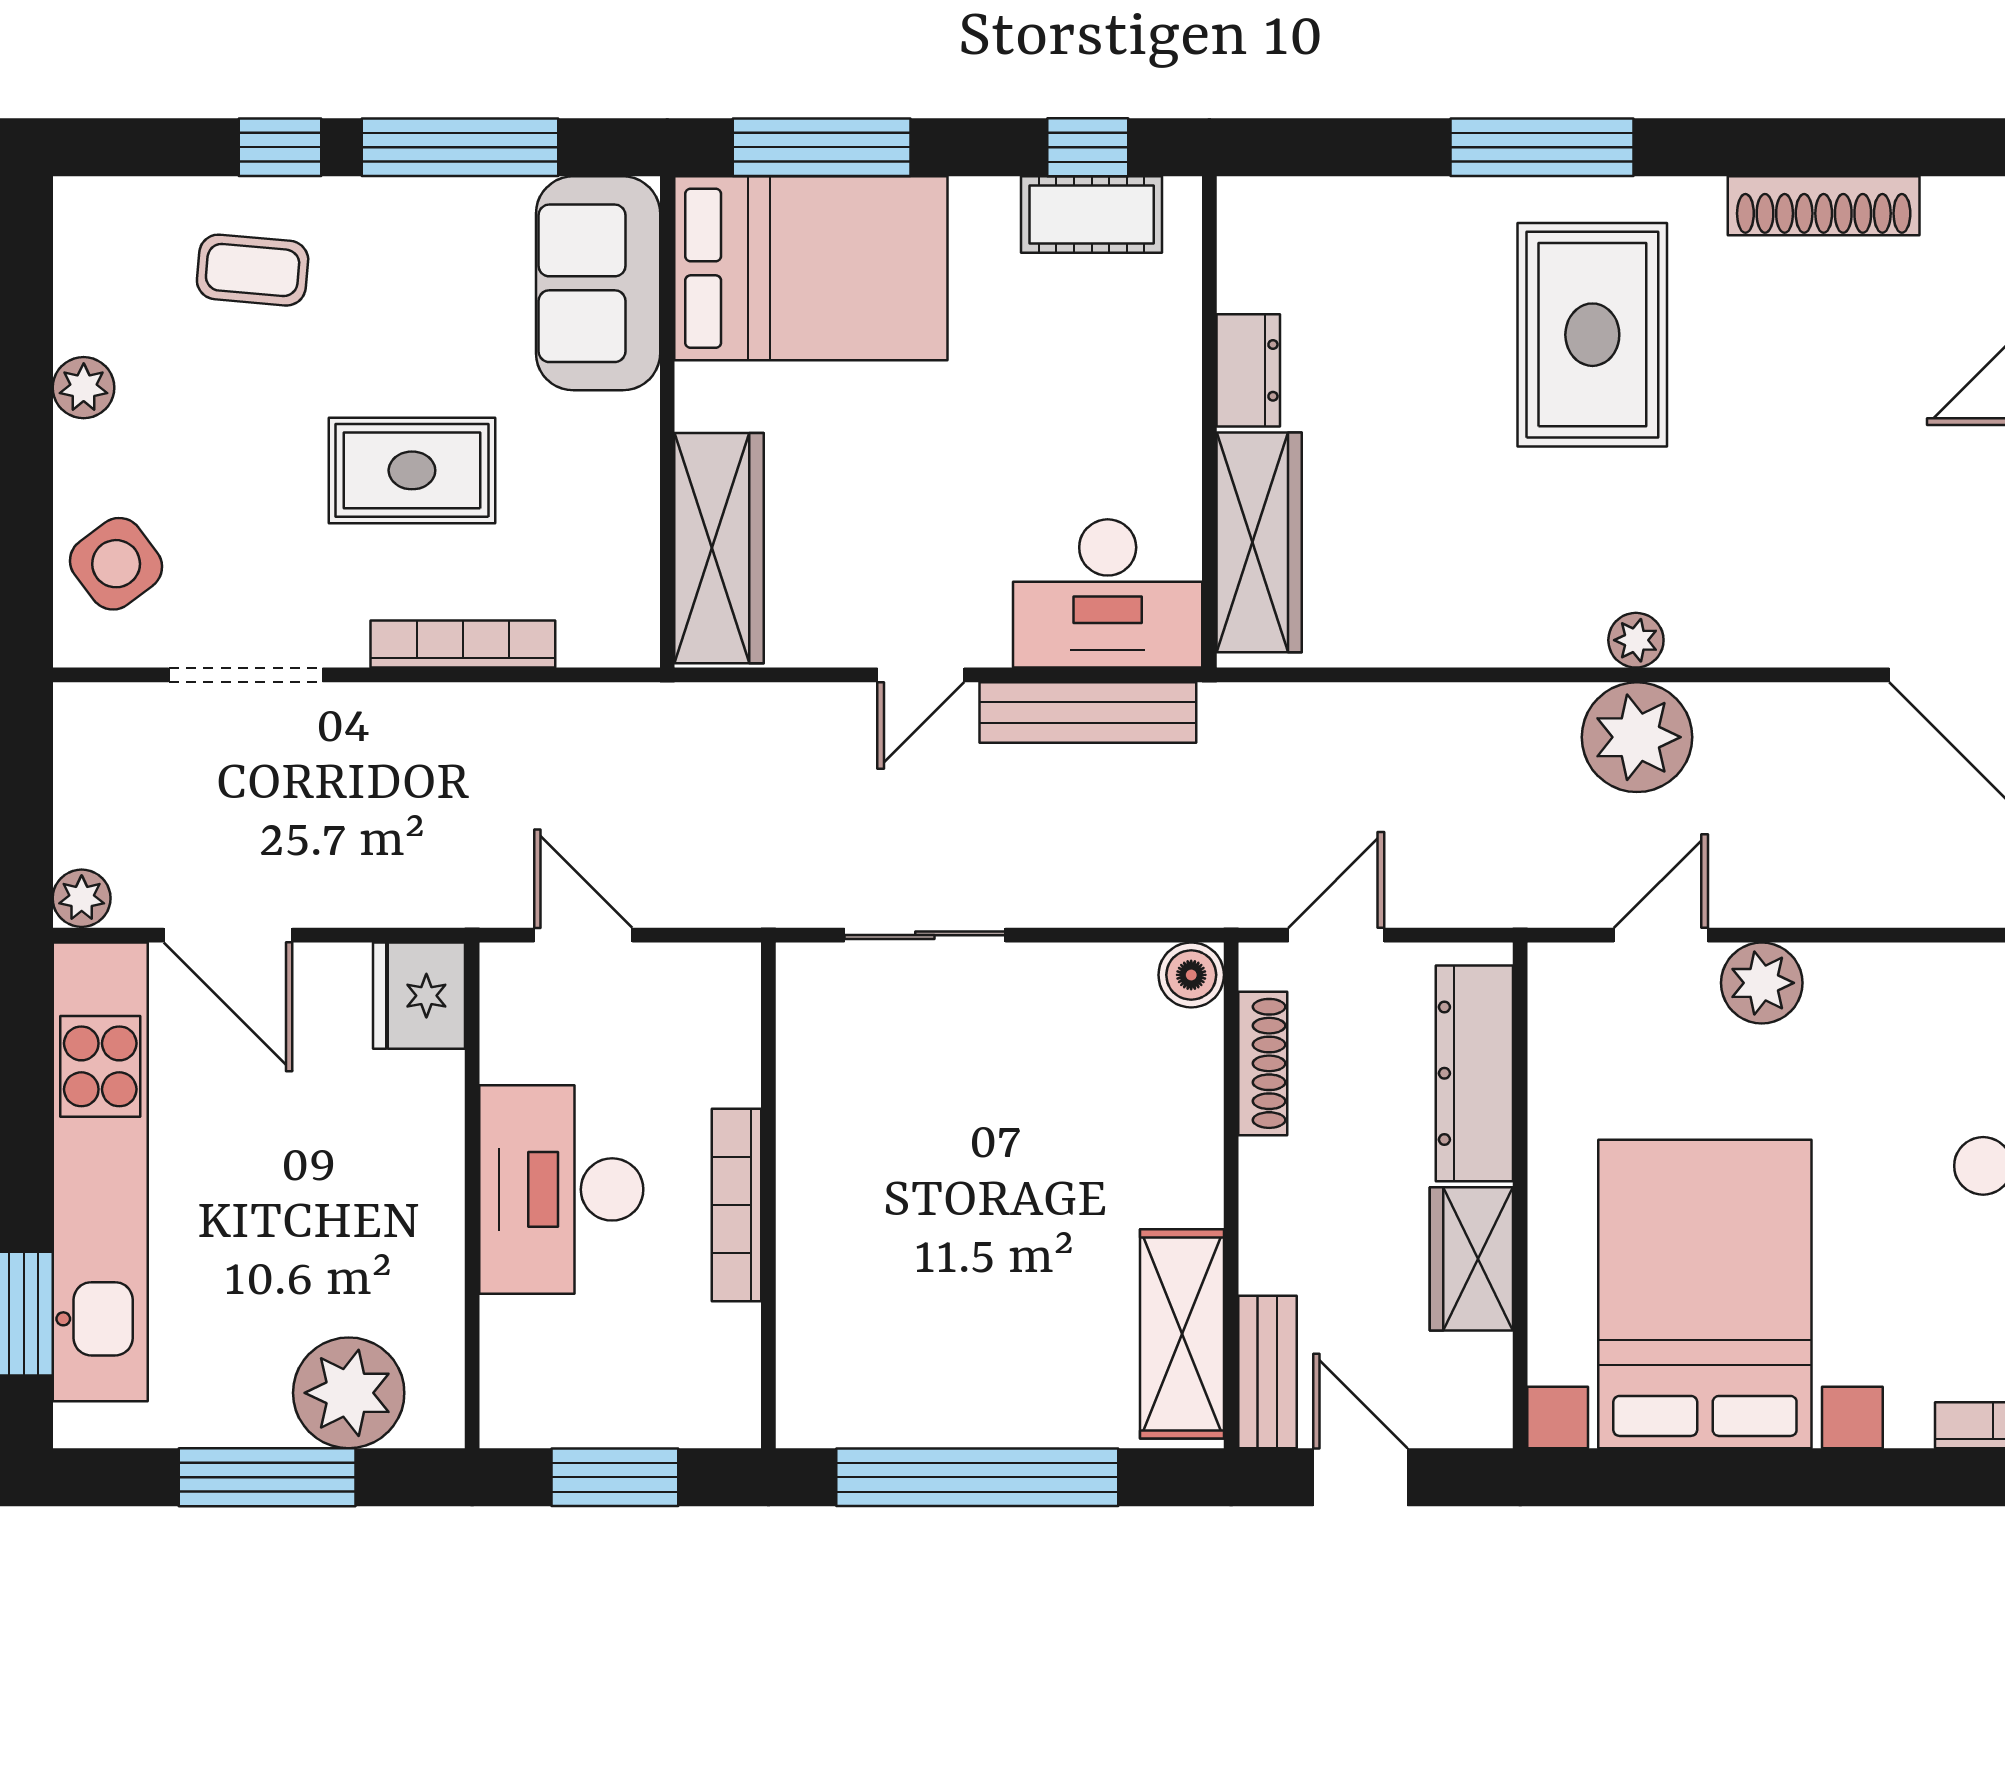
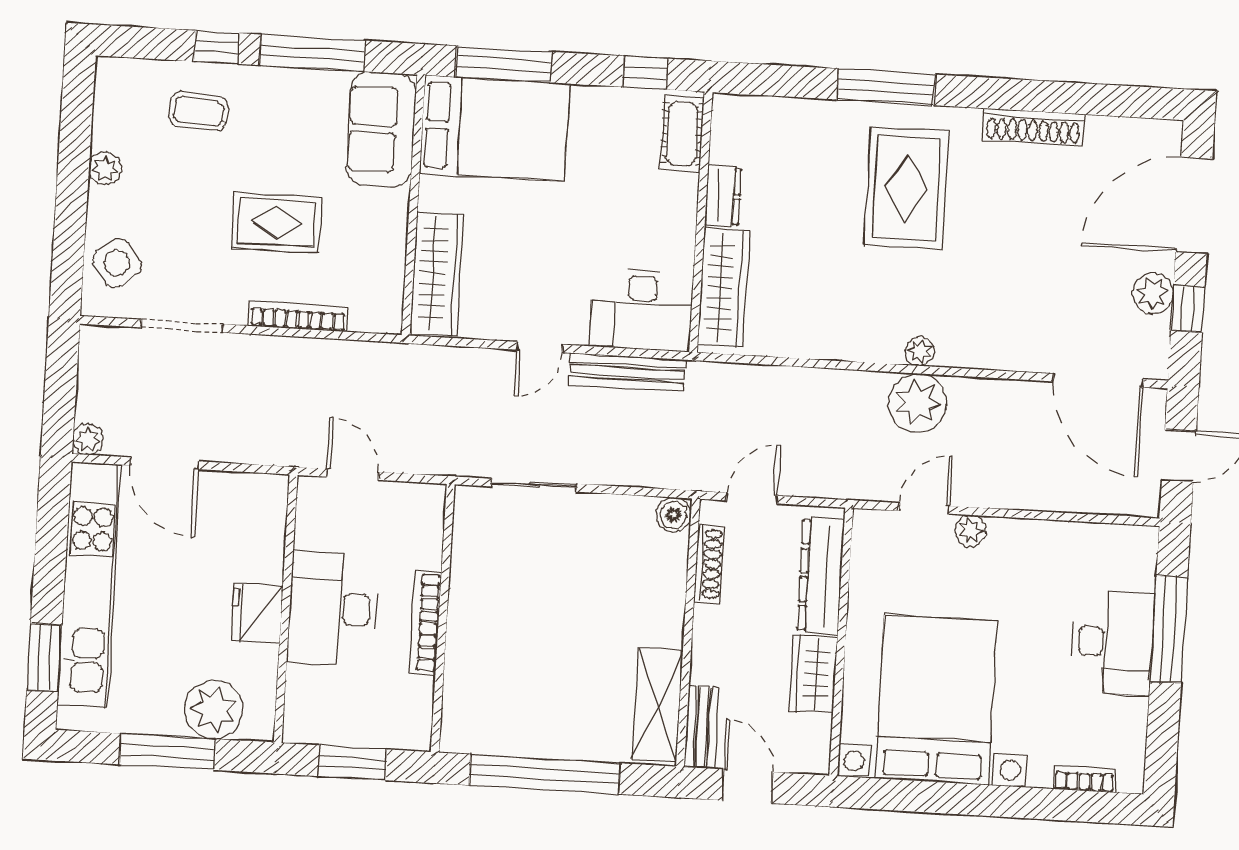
cot: (1092, 214) -> (682, 134), moved, turned 90
plant: (1762, 983) -> (970, 531), width x0.73, depth x0.73
fridge: (419, 996) -> (257, 613), moved

